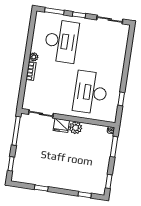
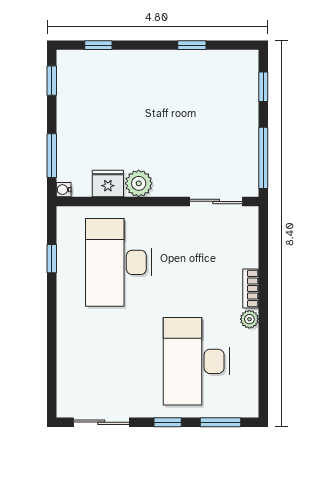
desk: (90, 92) -> (119, 262), turned 180
fridge: (61, 125) -> (108, 184), moved

